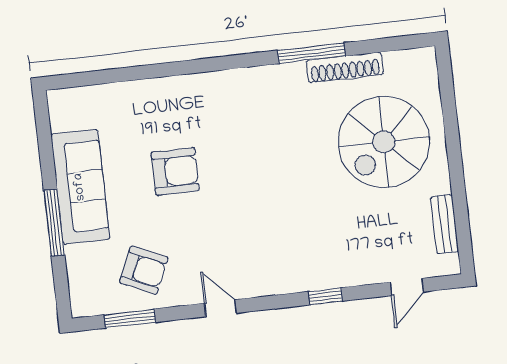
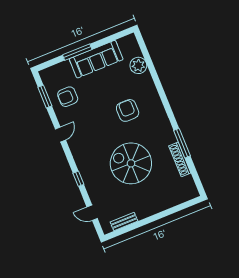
plant: (119, 100) -> (138, 65), added
spiral stairs: (384, 142) -> (131, 163), moved
armchair: (175, 171) -> (128, 110), moved, turned 180
armchair: (144, 270) -> (68, 97), turned 66

